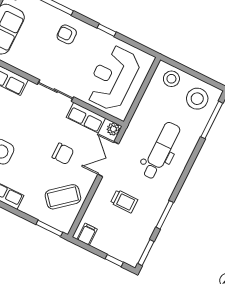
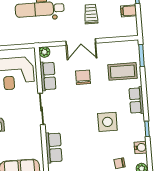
double door: (108, 159) -> (81, 42), moved
coffee table: (63, 197) -> (122, 71), moved, turned -50
filing cabinet: (87, 234) -> (129, 11), moved

